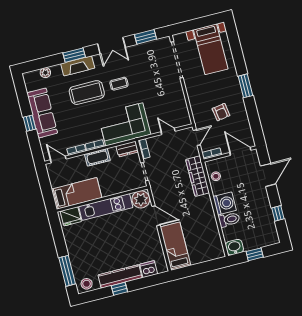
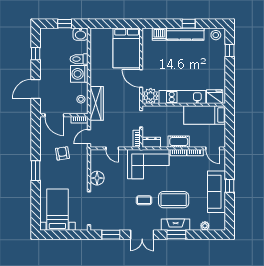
double door: (111, 46) -> (142, 235), swing flipped
floor lamp: (176, 95) -> (97, 178), added
bed: (175, 246) -> (127, 48), width x1.50
window: (67, 271) -> (230, 50), width x0.46

